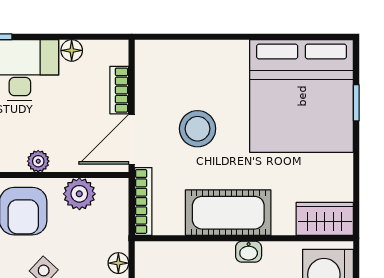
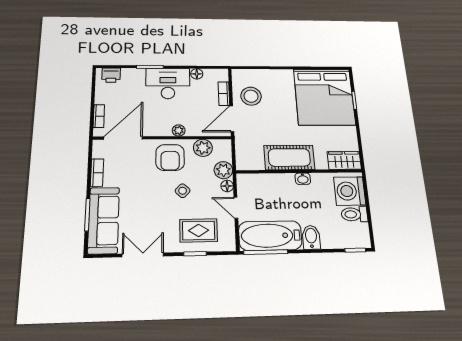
stool: (198, 129) -> (251, 96), moved
bookcase: (143, 201) -> (240, 152), removed
plant: (113, 235) -> (223, 170), added

